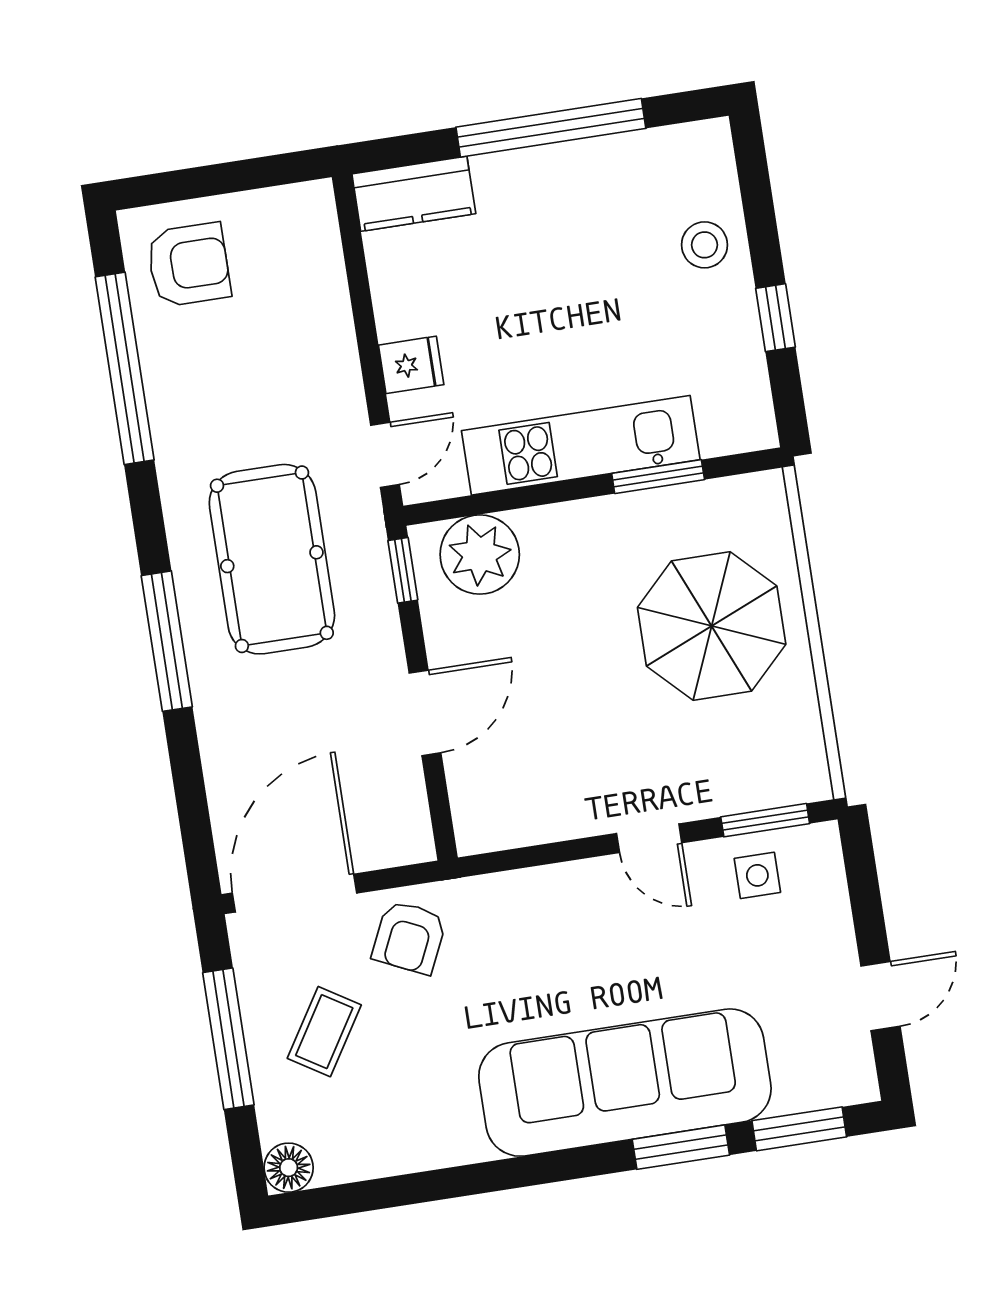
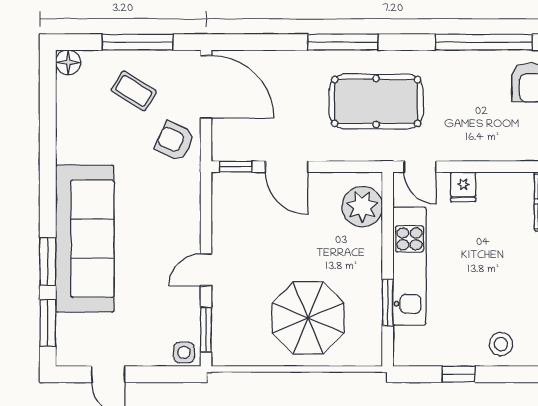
window: (403, 570) -> (236, 167), moved
side table: (757, 875) -> (184, 352), moved

